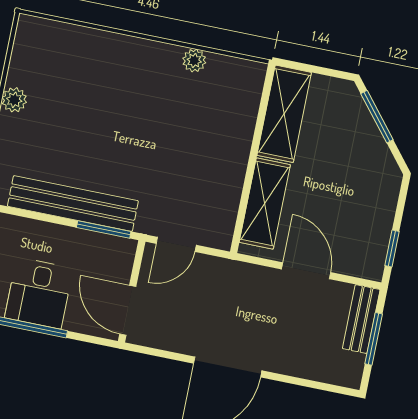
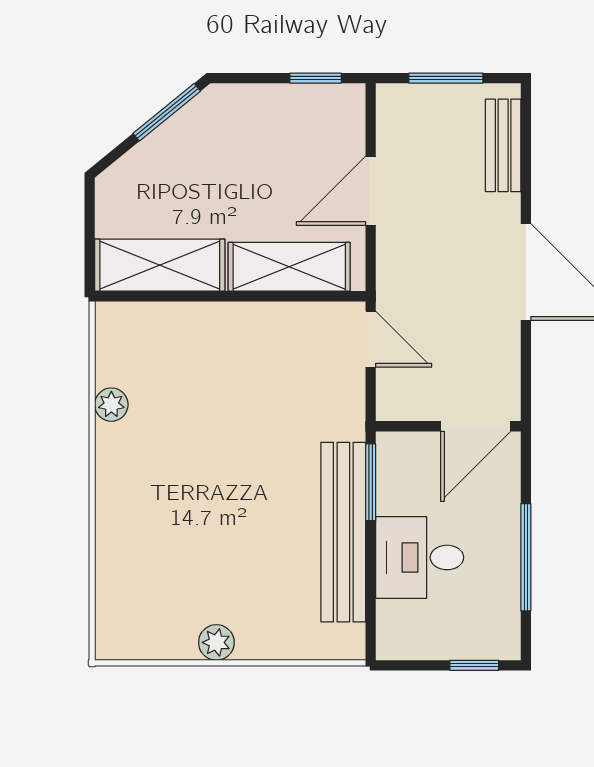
window: (377, 117) -> (167, 112), moved
door: (176, 244) -> (371, 339), moved
desk: (39, 293) -> (420, 557), moved, turned 180
bench: (361, 319) -> (503, 145), moved, turned 90

